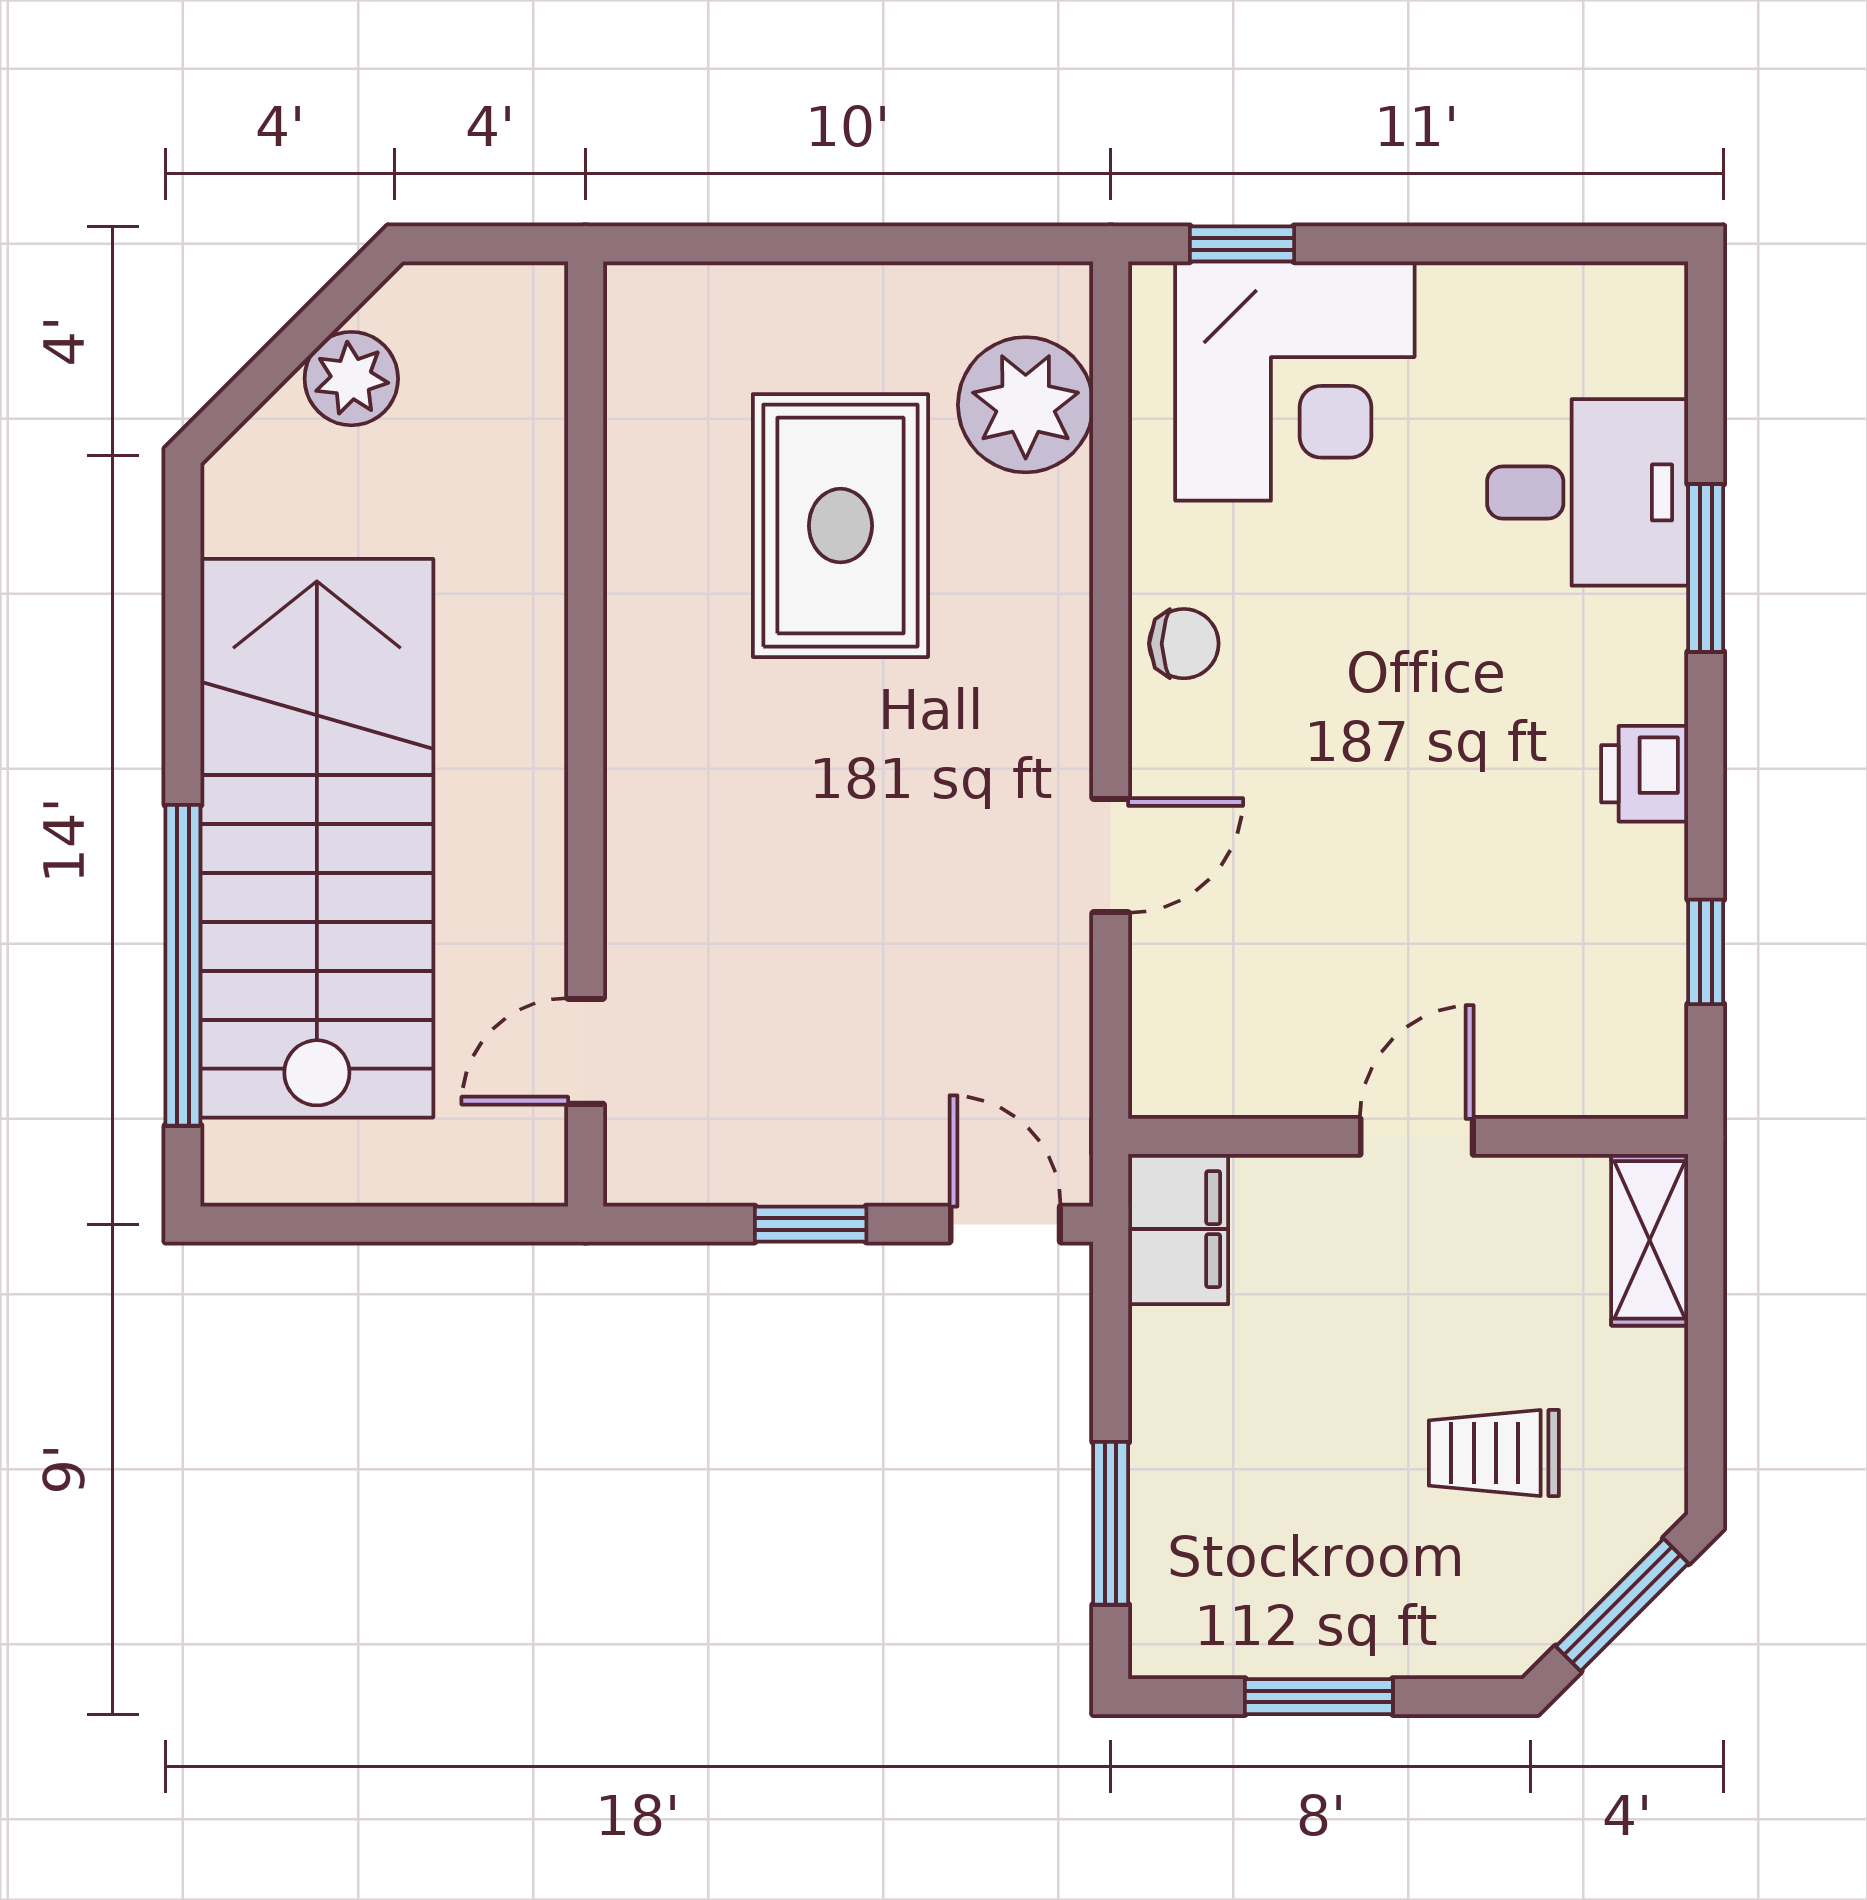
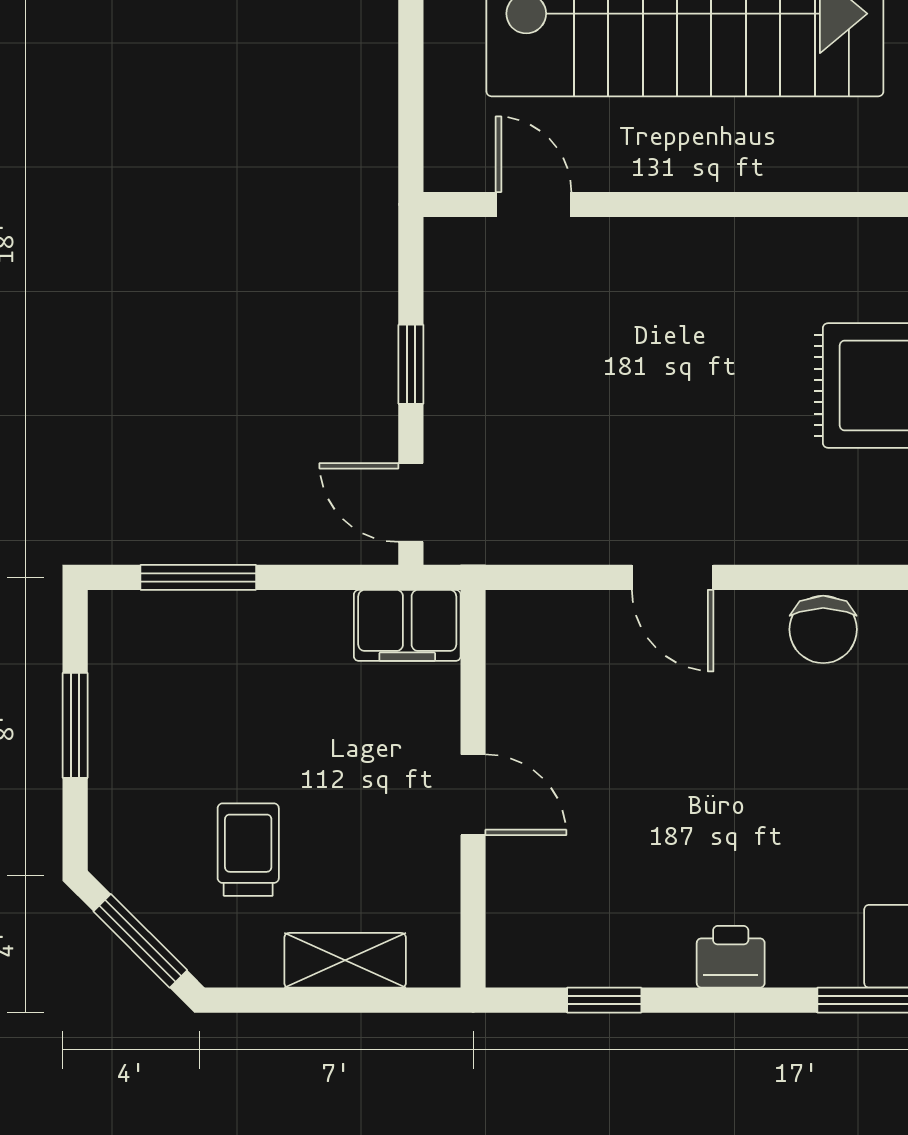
chair: (1184, 644) -> (823, 629), width x1.37, depth x1.37
door: (1005, 1224) -> (411, 502), swing flipped
shelving: (1650, 1240) -> (345, 960), moved

